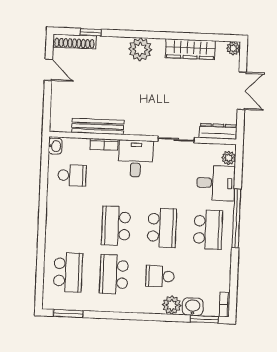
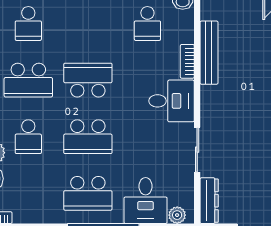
school desk: (68, 272) -> (28, 24), width x0.54
school desk: (114, 274) -> (28, 80), turned 180
school desk: (160, 276) -> (28, 137), turned 180

